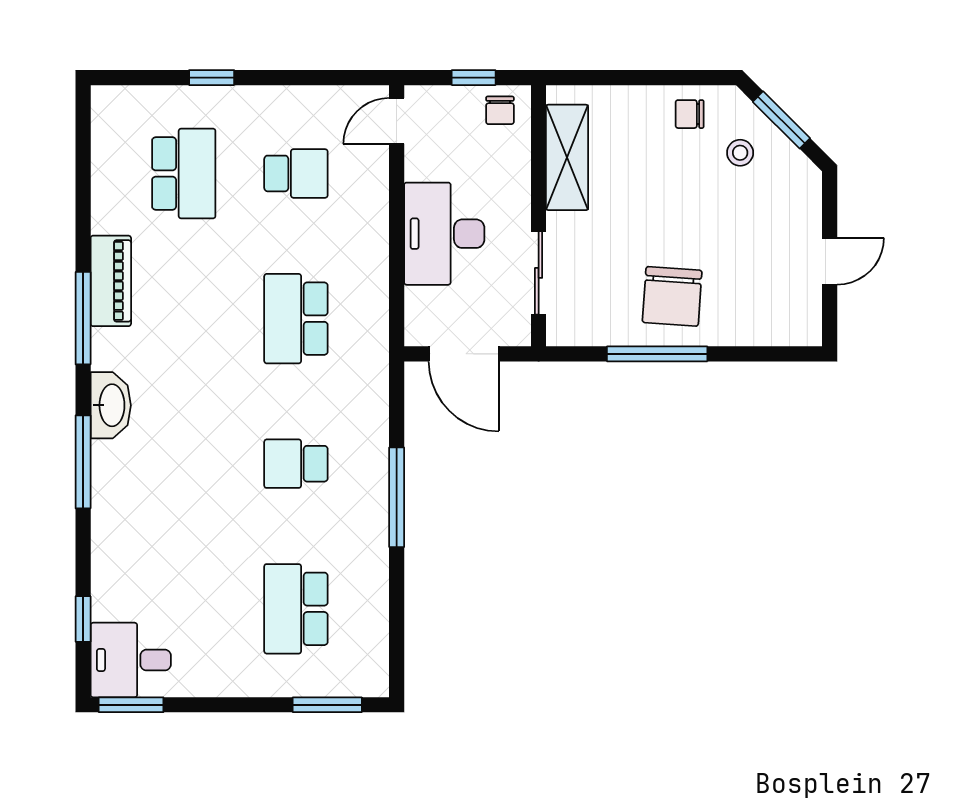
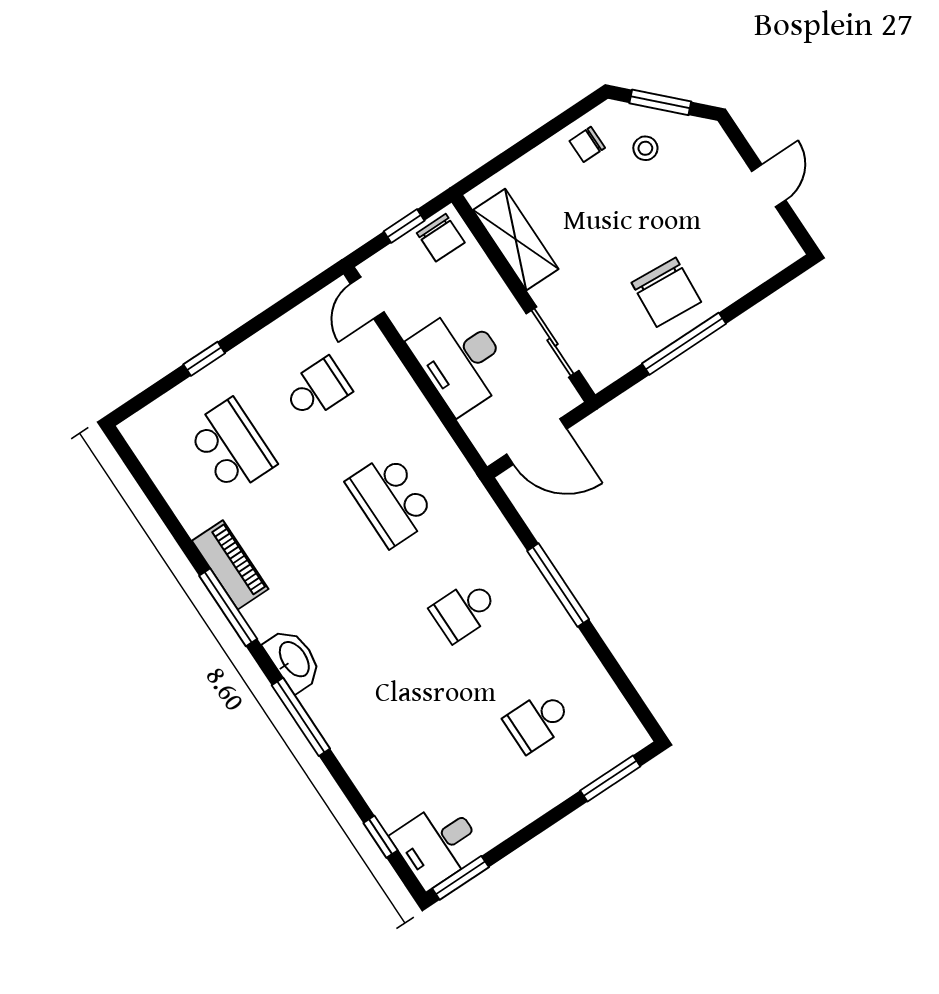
chair: (500, 110) -> (441, 238), width x1.37, depth x1.37
school desk: (296, 609) -> (538, 721), width x0.54

